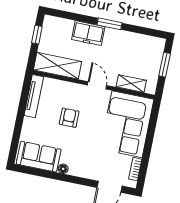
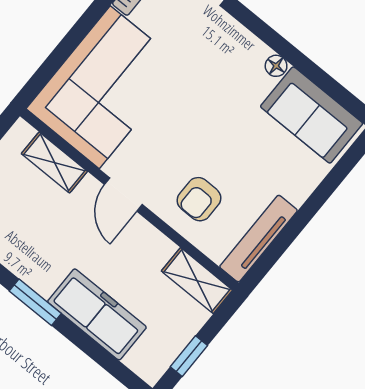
freezer: (88, 33) -> (97, 314), width x1.40
shelving: (57, 66) -> (197, 281), width x0.67, depth x0.75
armchair: (69, 118) -> (199, 199), moved

